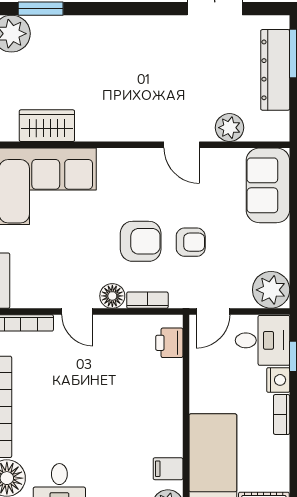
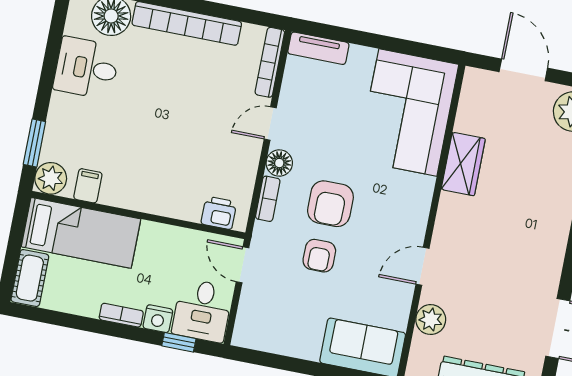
wardrobe: (47, 126) -> (463, 164), moved
plant: (271, 290) -> (253, 330), removed

